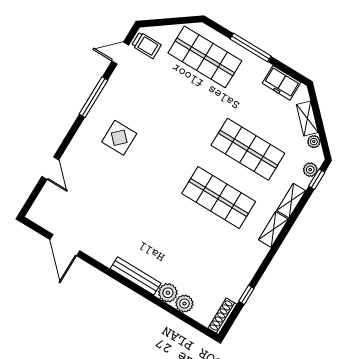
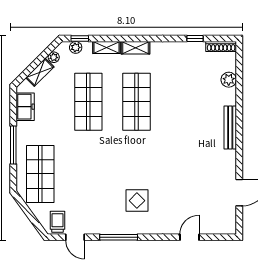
plant: (168, 293) -> (228, 97), removed

